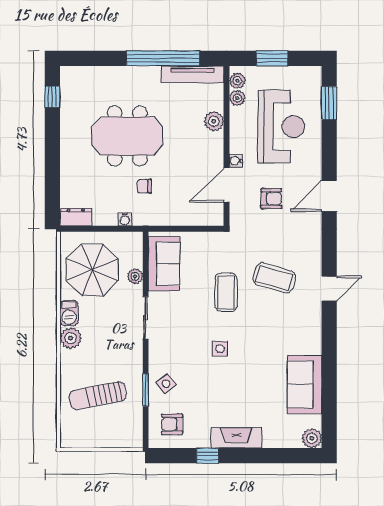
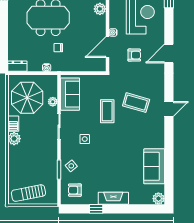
side table: (220, 349) -> (85, 139), moved
sun lounger: (98, 396) -> (28, 193), moved

